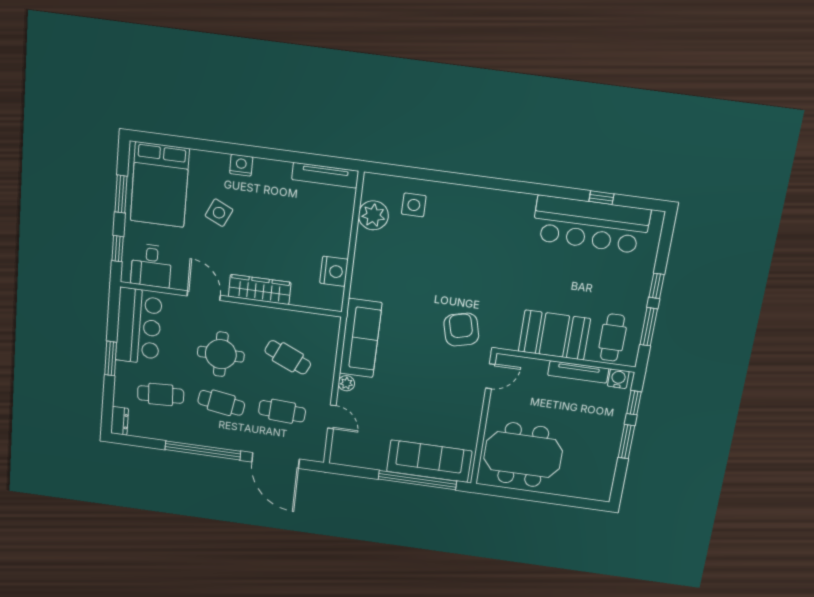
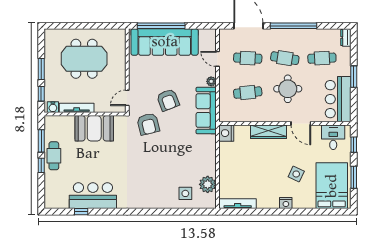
bar counter: (591, 225) -> (93, 196), width x0.73
nightstand: (334, 271) -> (226, 133), moved
cafe table: (613, 338) -> (54, 156), moved
cafe table: (288, 357) -> (248, 93), turned -30
armchair: (422, 364) -> (168, 100), added
meeting table: (523, 455) -> (84, 59), moved
sofa: (429, 461) -> (165, 42), width x1.36, depth x1.27

